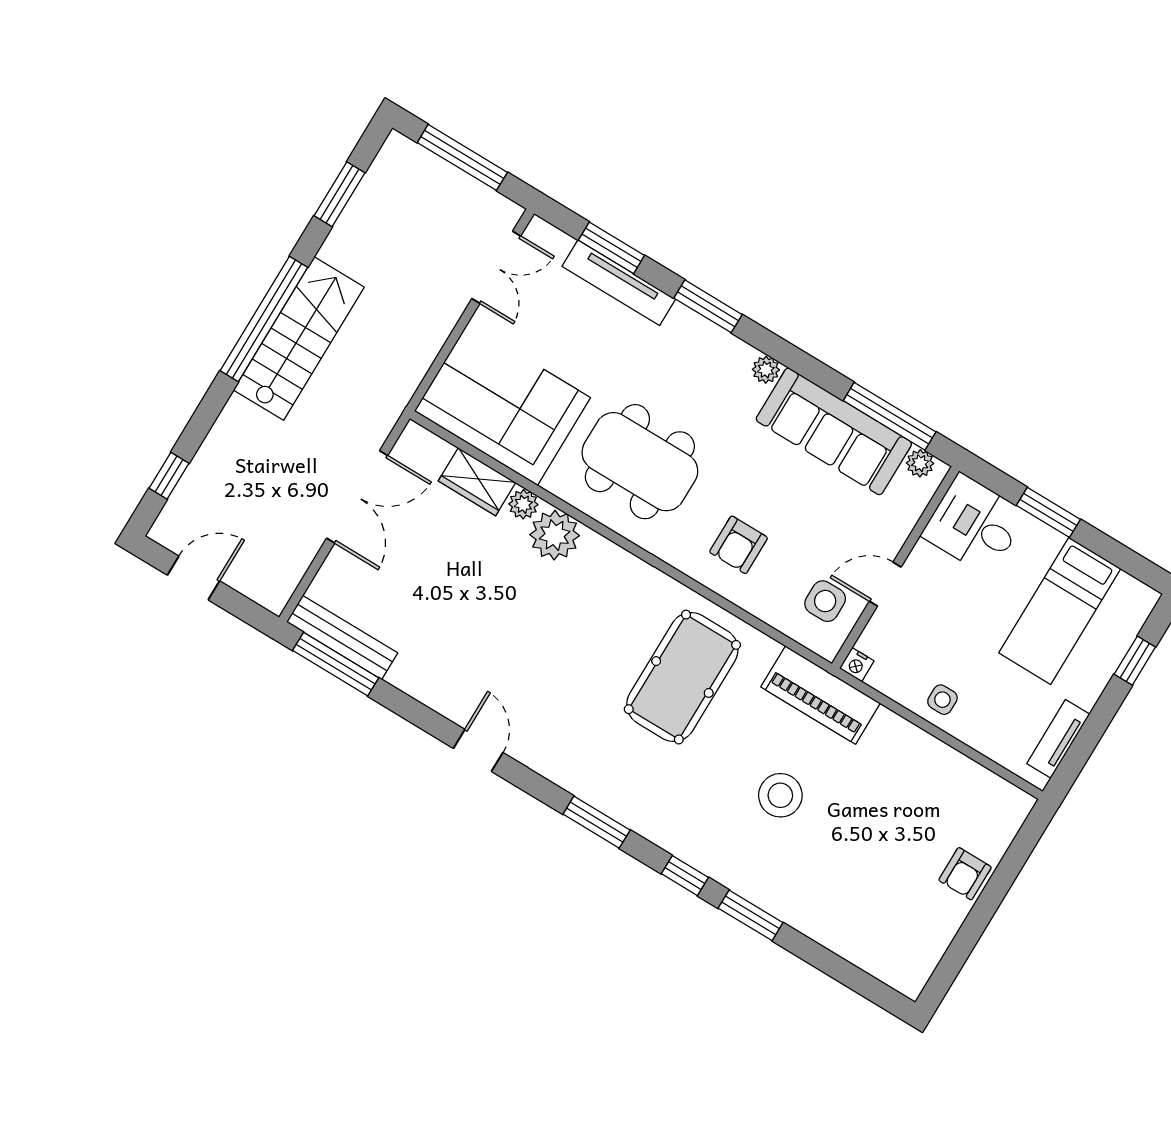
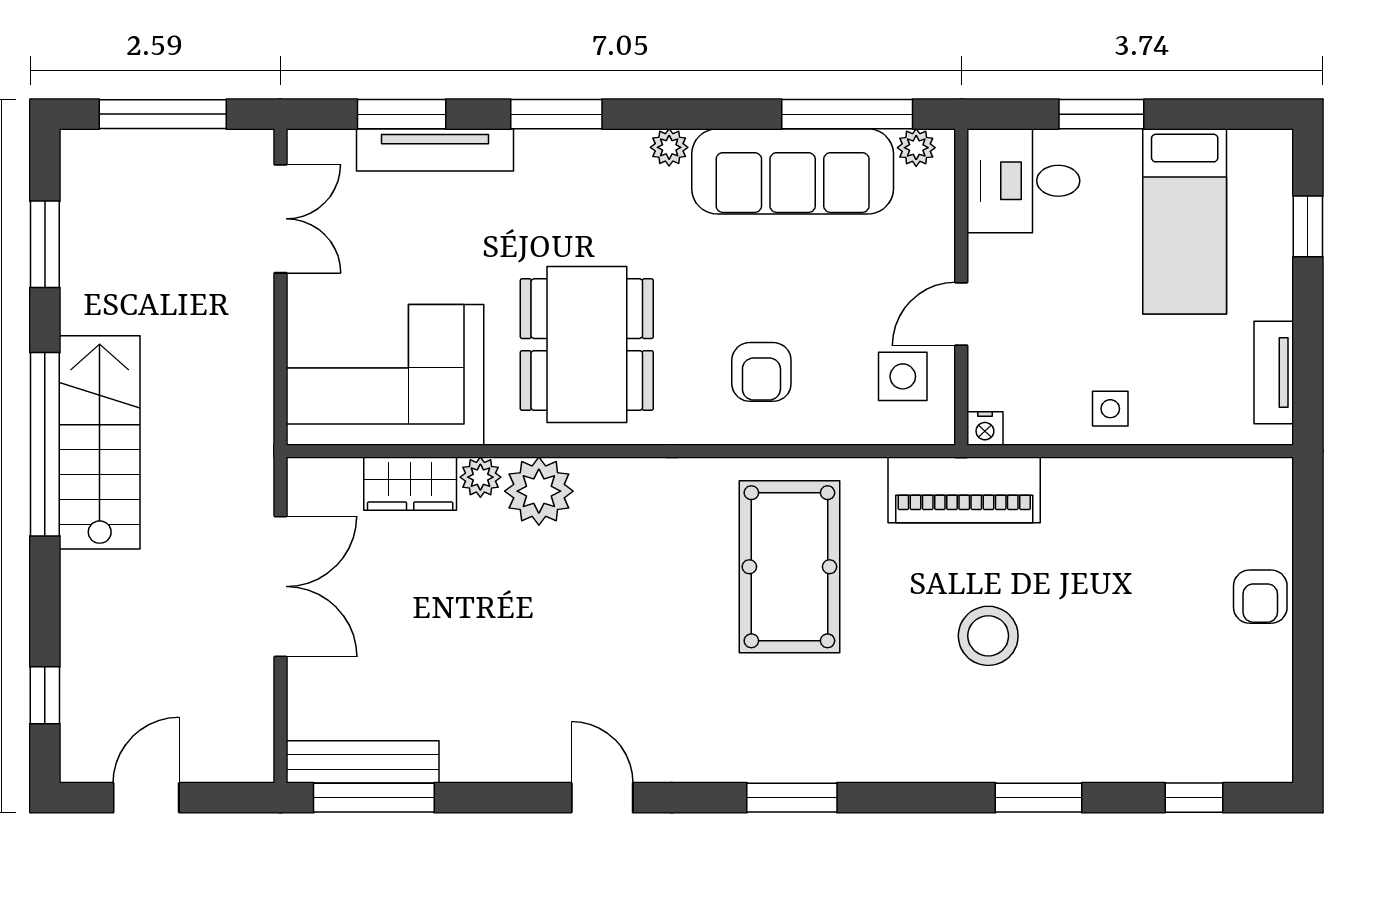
dining table: (640, 462) -> (587, 345), turned 90
window: (685, 876) -> (1194, 798), moved

